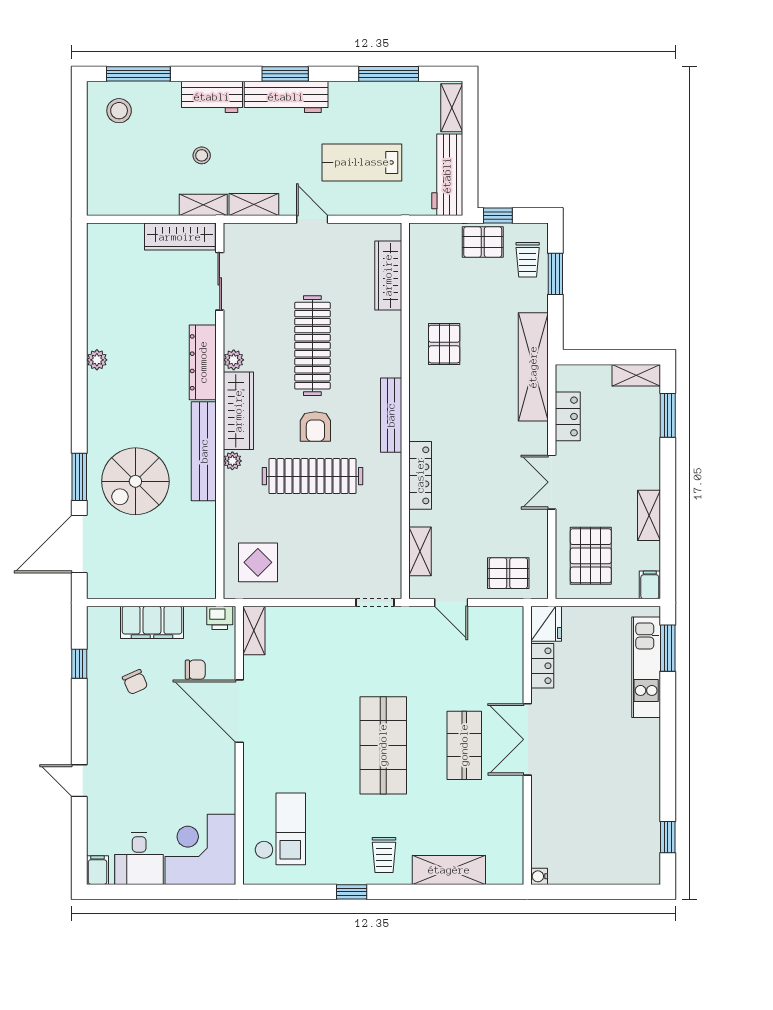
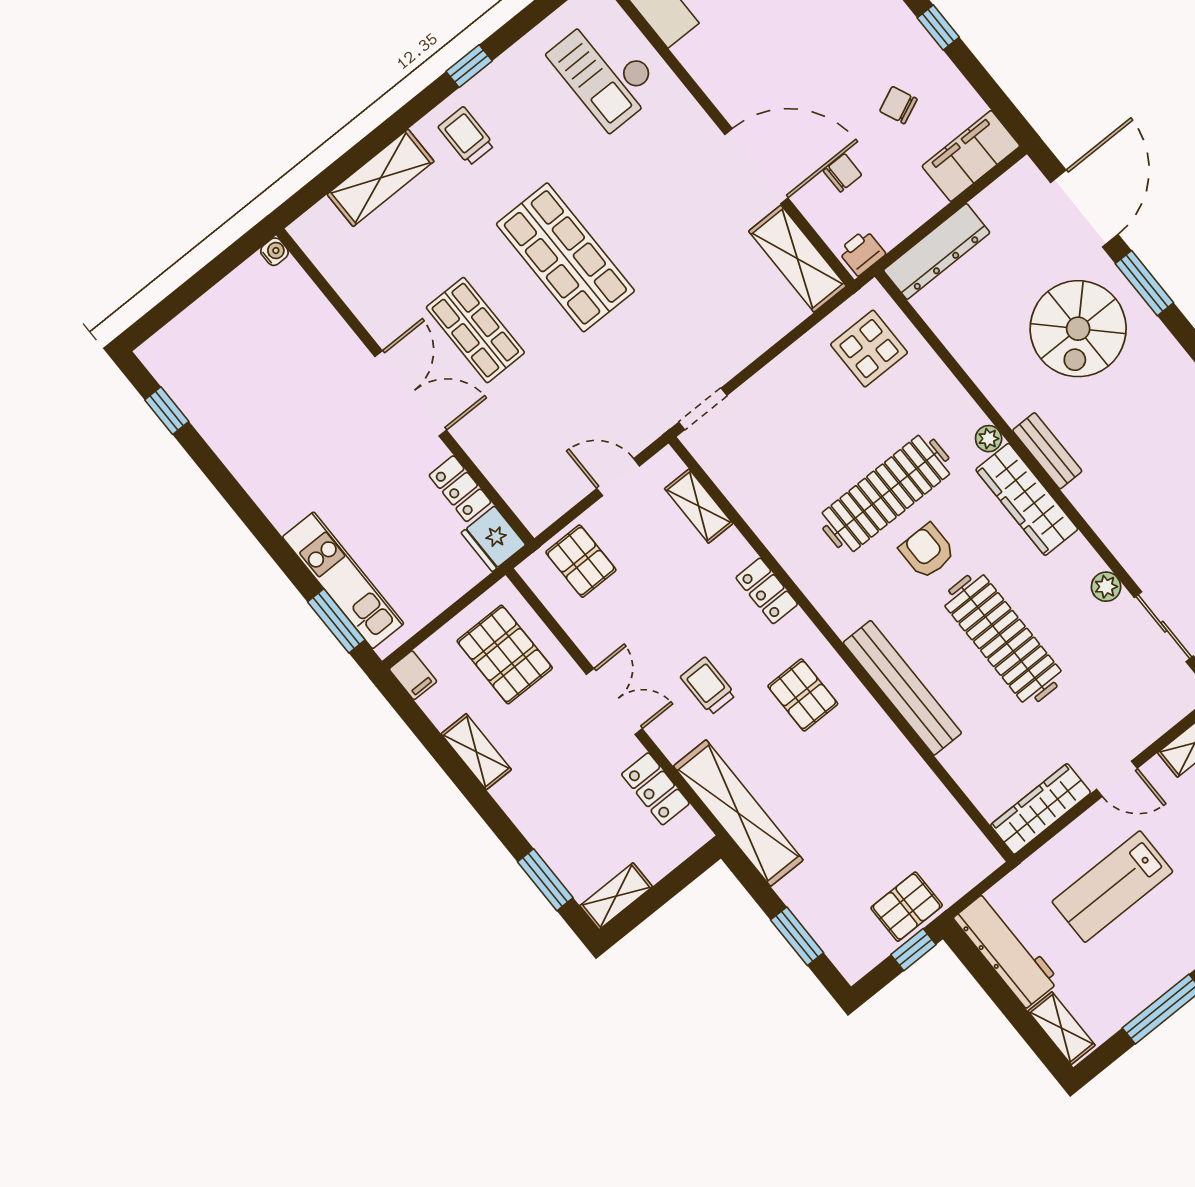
lab bench: (362, 162) -> (1112, 887), turned 180
trolley: (528, 260) -> (708, 686), moved
wardrobe: (388, 275) -> (1041, 809), moved, turned -90
pallet: (444, 344) -> (803, 695), moved
plant: (234, 360) -> (1106, 587), moved
dresser: (203, 362) -> (937, 251), moved, turned 90
bench: (391, 415) -> (902, 688), moved, width x1.37, depth x1.21
bench: (204, 451) -> (1047, 451), width x0.54, depth x0.82
locker: (420, 475) -> (767, 591), width x0.66
spiral stairs: (135, 481) -> (1078, 329), turned 180
pallet: (508, 573) -> (581, 561), turned 90
filing cabinet: (152, 622) -> (971, 156), moved
shelving: (254, 631) -> (797, 259), width x1.50, depth x1.33
window: (79, 664) -> (938, 28), moved
chair: (195, 670) -> (843, 173), turned 180

